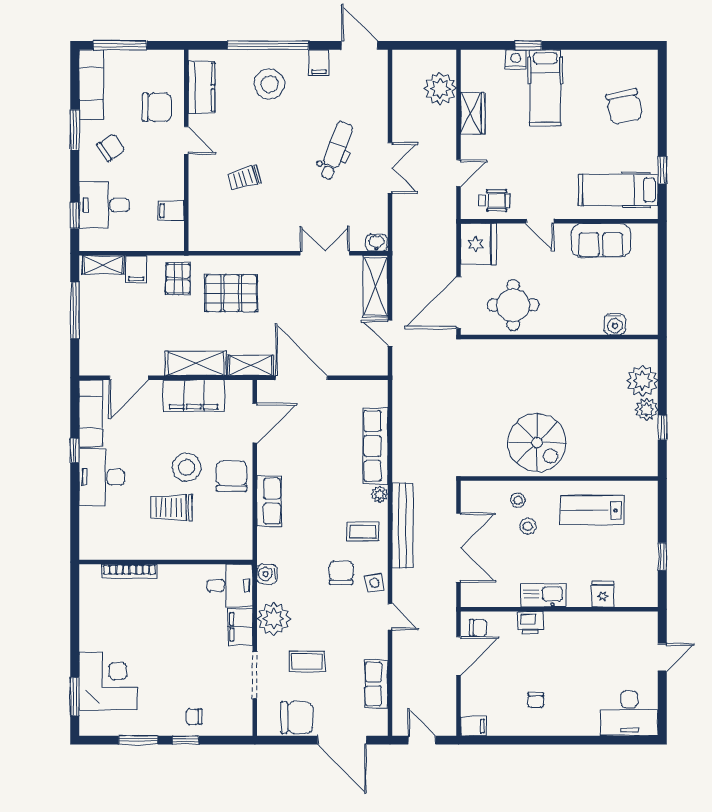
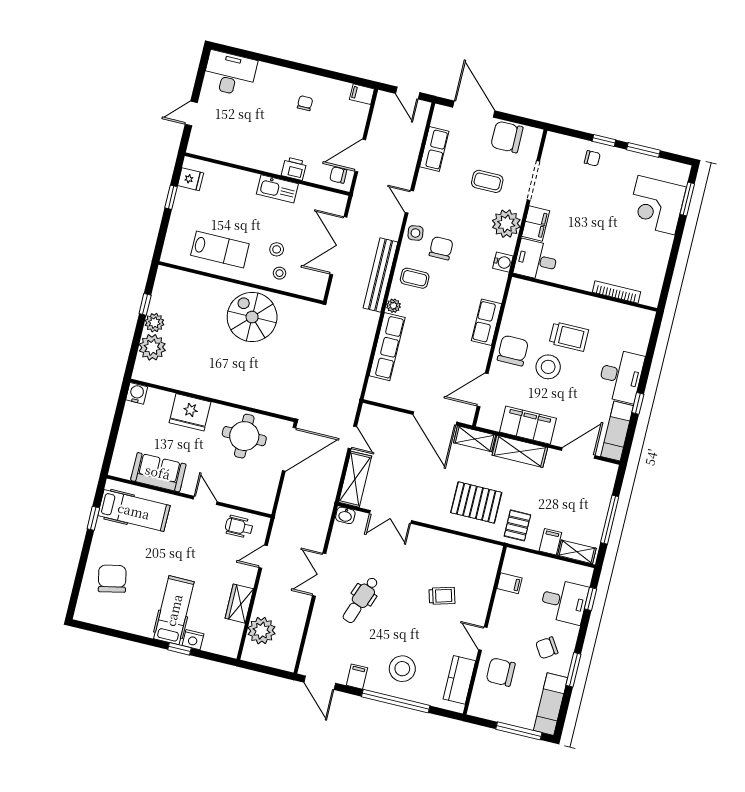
fridge: (478, 244) -> (190, 412), moved, turned -90
water cooler: (615, 324) -> (137, 393), moved
chair: (231, 476) -> (513, 351), turned 180
chair: (341, 573) -> (441, 248), turned 180
fridge: (603, 594) -> (191, 179), moved, turned -90

